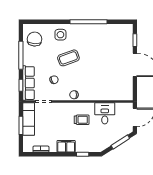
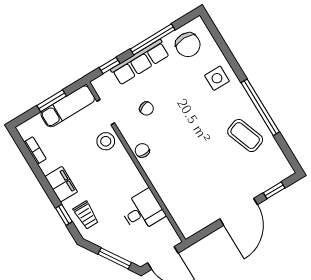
chair: (34, 39) -> (188, 45), turned 86
coffee table: (68, 58) -> (245, 136), moved
row of seats: (29, 83) -> (140, 62), moved
stool: (58, 110) -> (106, 141), added
trolley: (82, 120) -> (86, 215), moved

